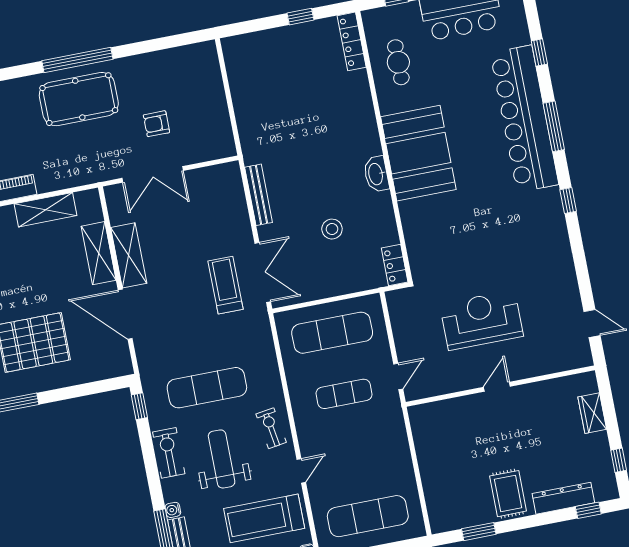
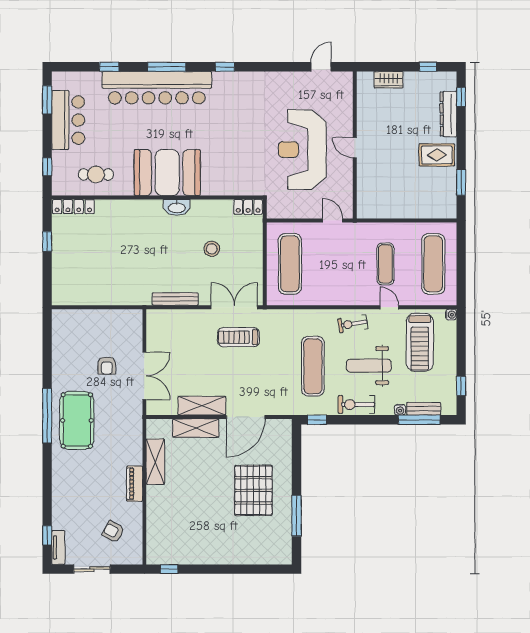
reception desk: (481, 320) -> (302, 150), width x1.36, depth x1.30
exercise mat: (344, 394) -> (385, 264), moved

